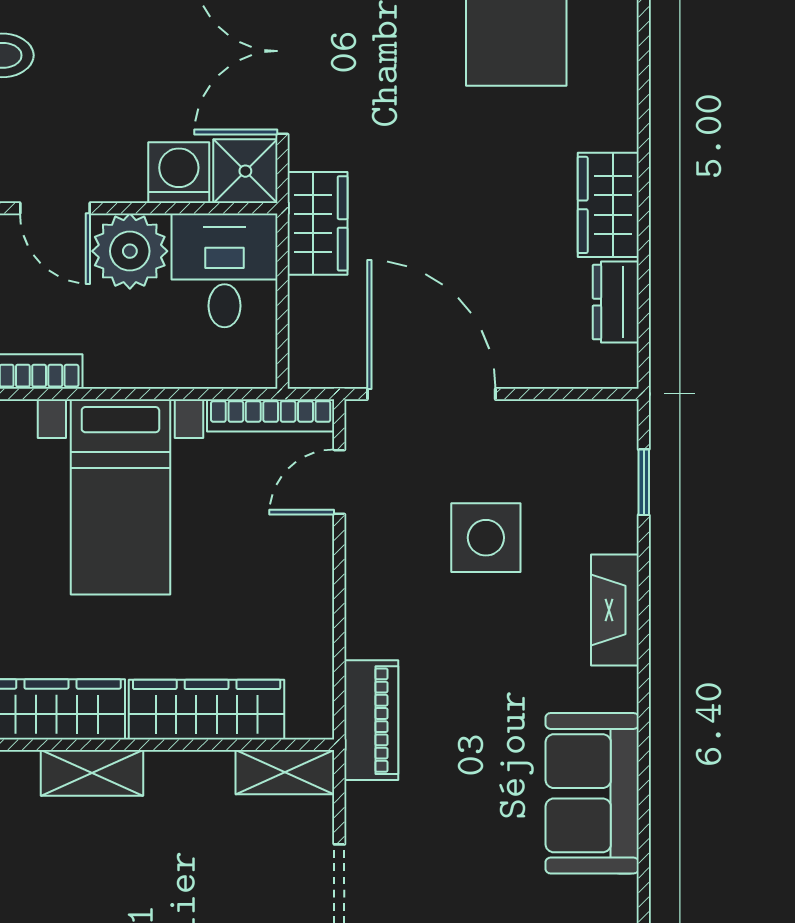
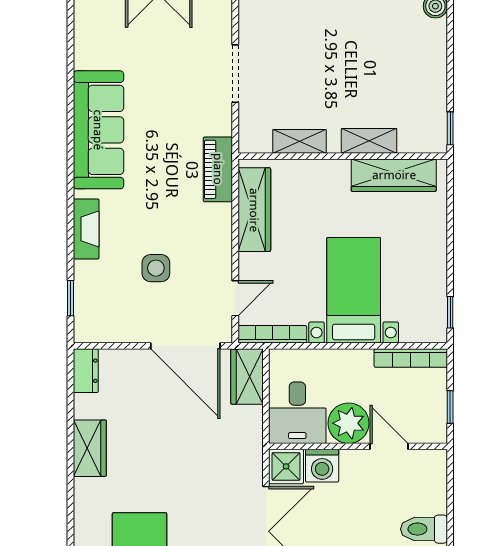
wardrobe: (318, 223) -> (247, 376), moved
dresser: (616, 302) -> (86, 371), moved
side table: (486, 538) -> (156, 268), width x0.73, depth x0.73
wardrobe: (207, 710) -> (254, 210), moved, turned -90
shelving: (285, 772) -> (300, 141), moved
sofa: (592, 793) -> (98, 130), width x1.36

